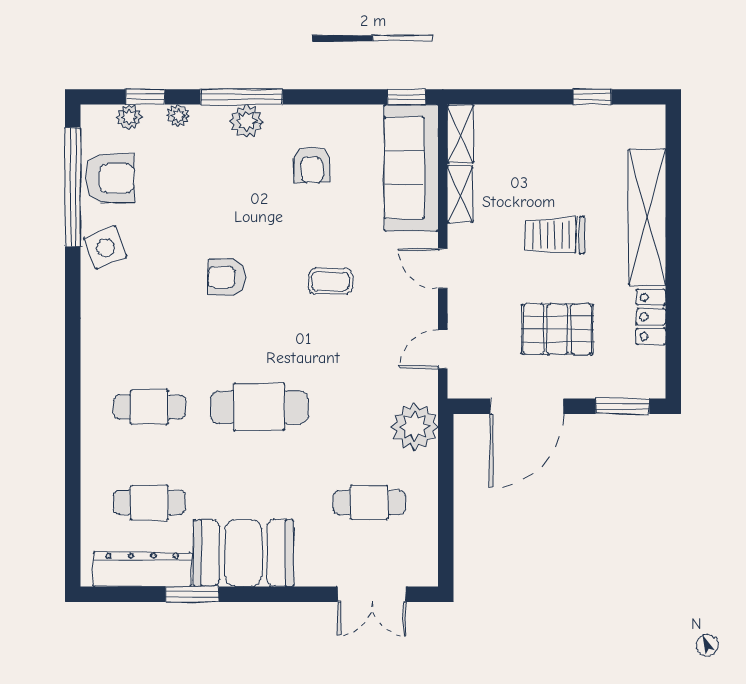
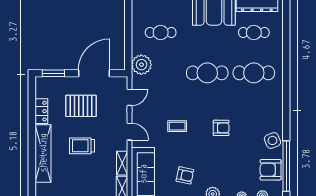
armchair: (312, 165) -> (185, 175), turned 102
trolley: (555, 235) -> (82, 146), turned 180
cafe table: (149, 407) -> (254, 73), width x1.37, depth x1.35

